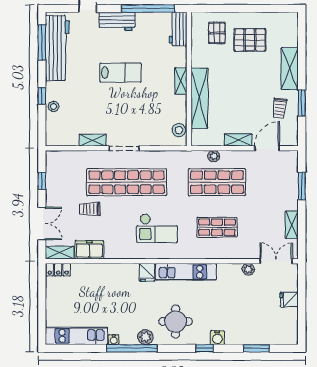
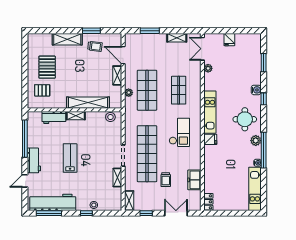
workbench: (178, 29) -> (54, 118), moved
shelving: (60, 253) -> (129, 201), moved

